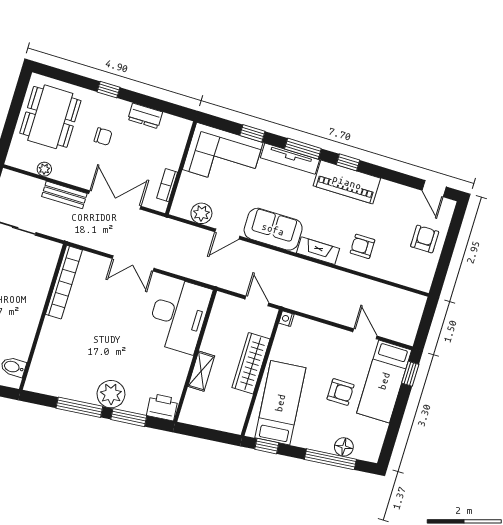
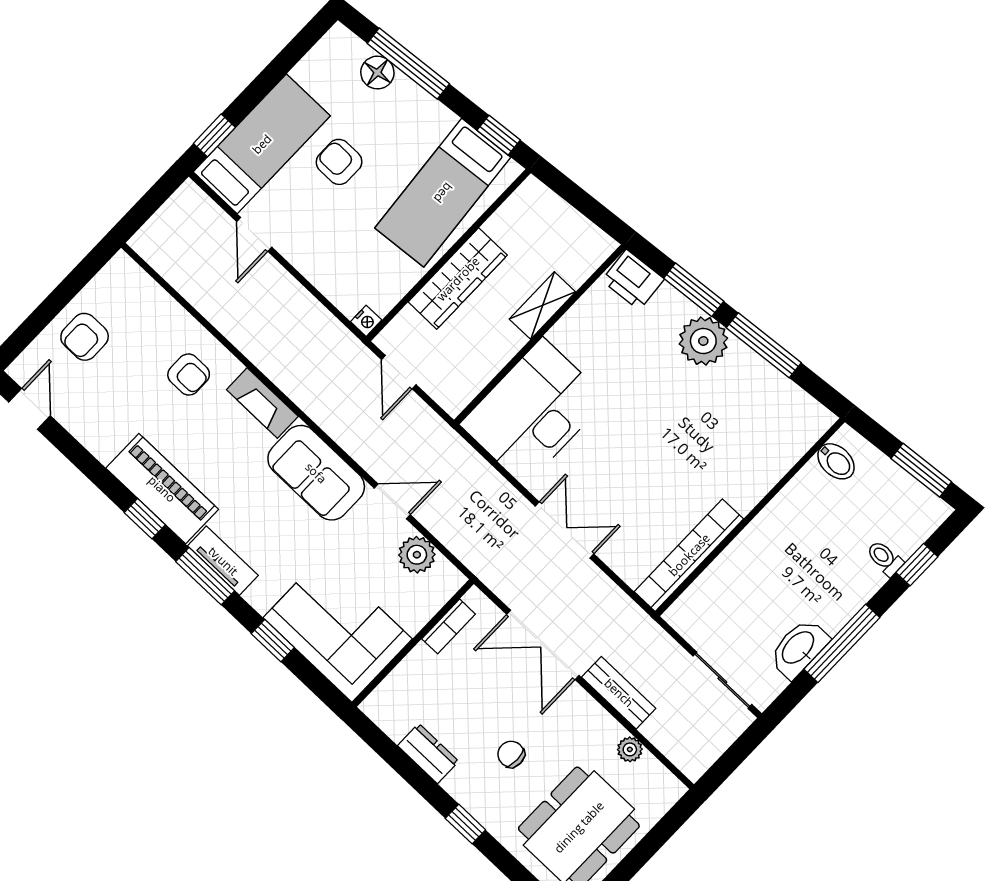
tv unit: (290, 159) -> (223, 561), width x0.71

